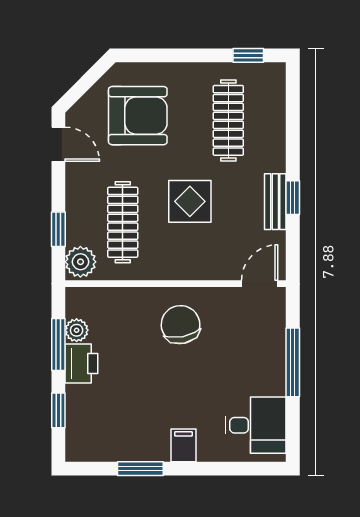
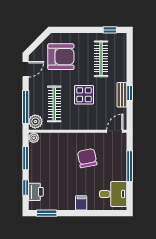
door: (58, 144) -> (26, 69), hinge flipped
window: (58, 229) -> (26, 107), width x2.17
chair: (181, 325) -> (87, 158), moved
plant: (77, 330) -> (34, 138), moved
printer: (81, 364) -> (36, 192), moved
window: (140, 469) -> (47, 213), moved

